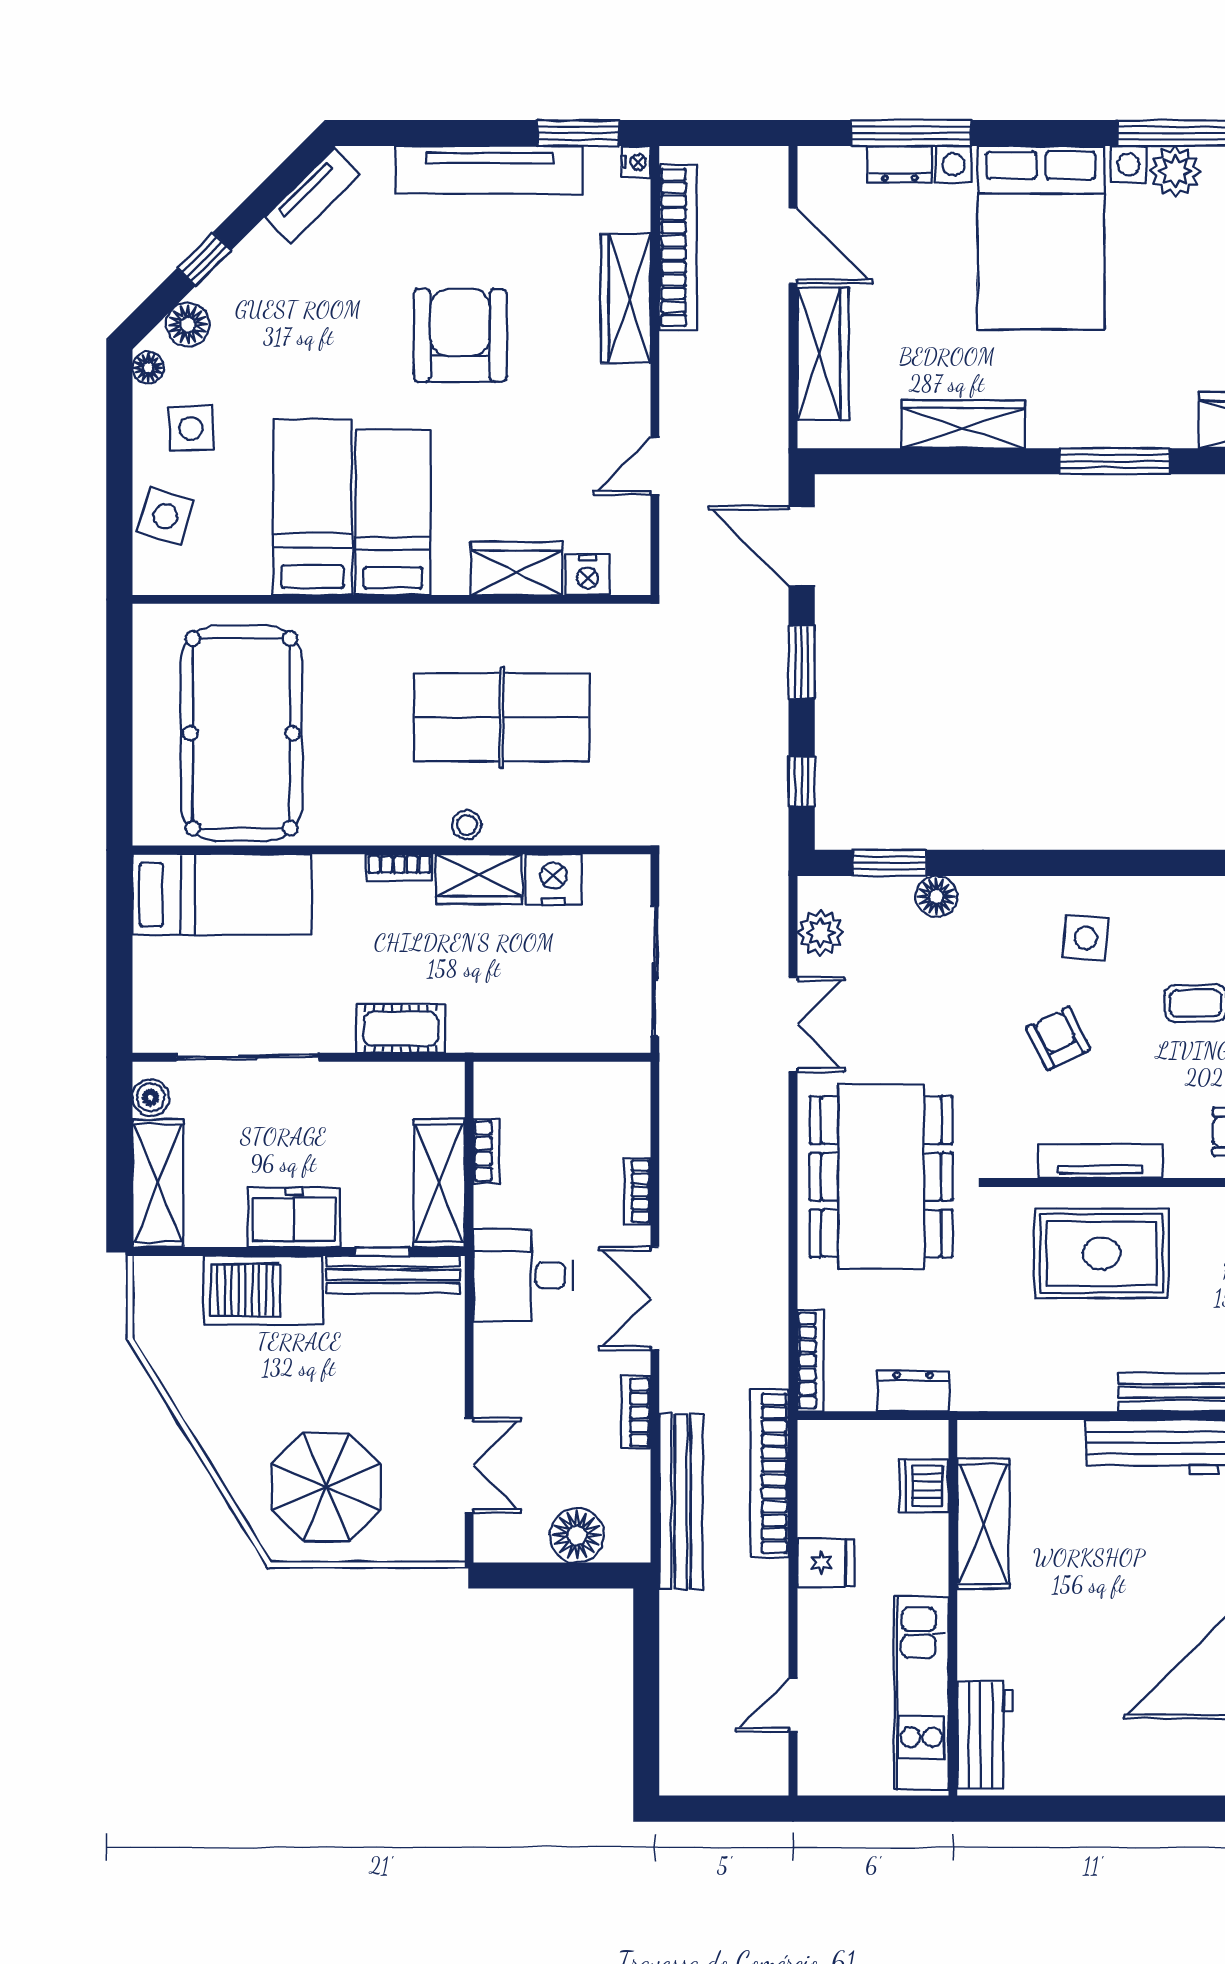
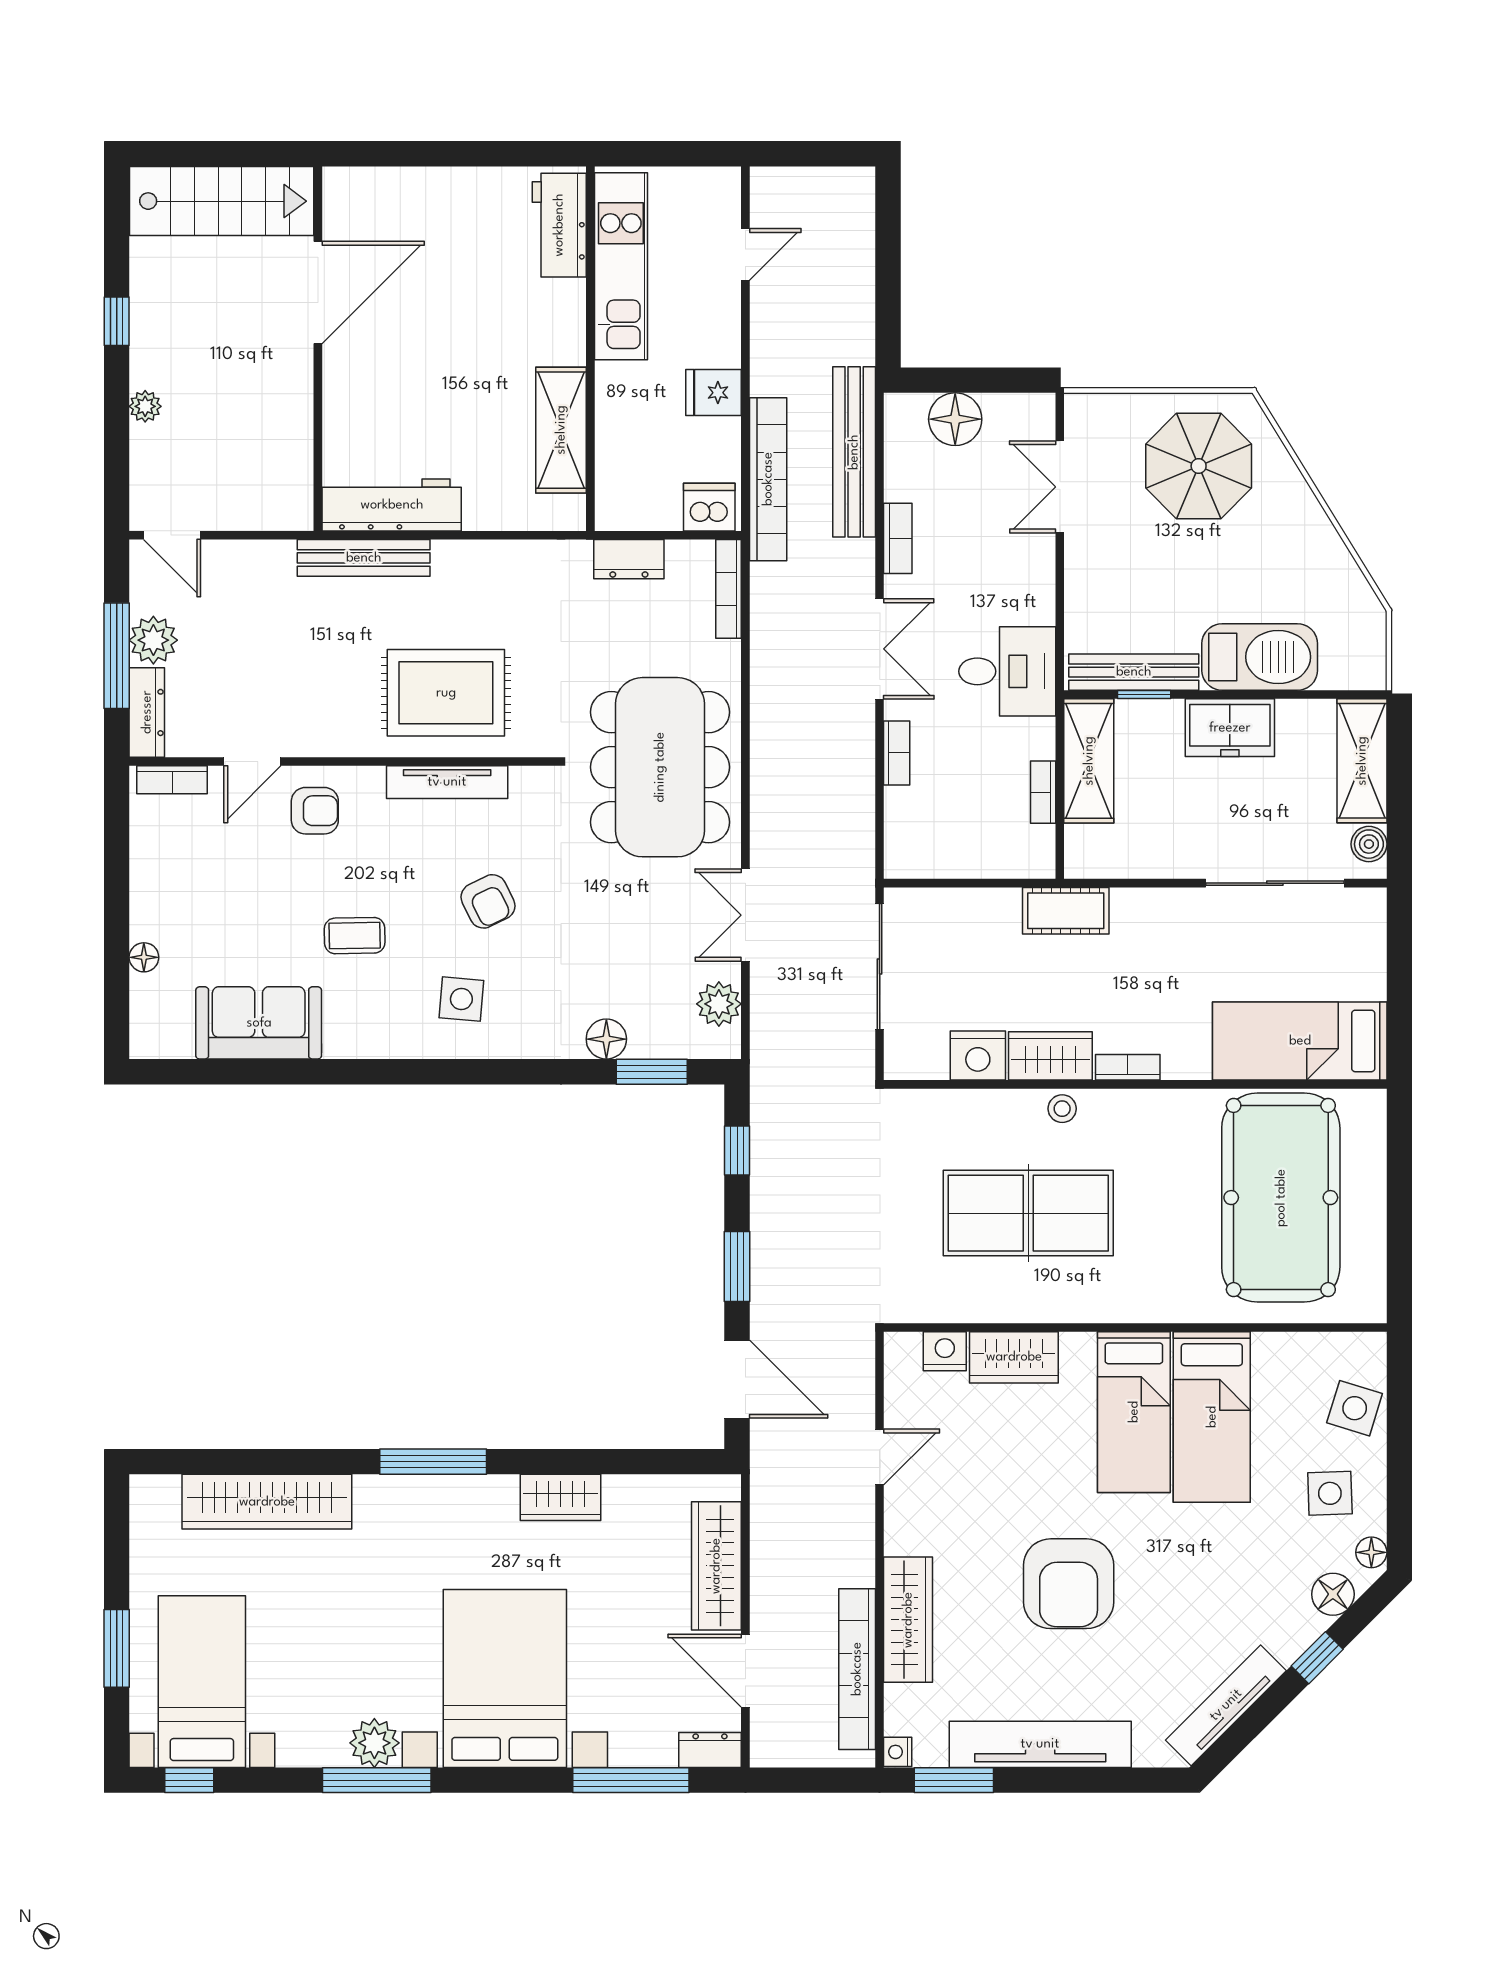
dresser: (900, 164) -> (710, 1750), moved
tv unit: (312, 196) -> (1226, 1705), width x1.41
wardrobe: (963, 424) -> (560, 1497), width x0.67
cot: (401, 1029) -> (1066, 911), moved
dishwasher: (924, 1486) -> (709, 507), moved, turned -90

